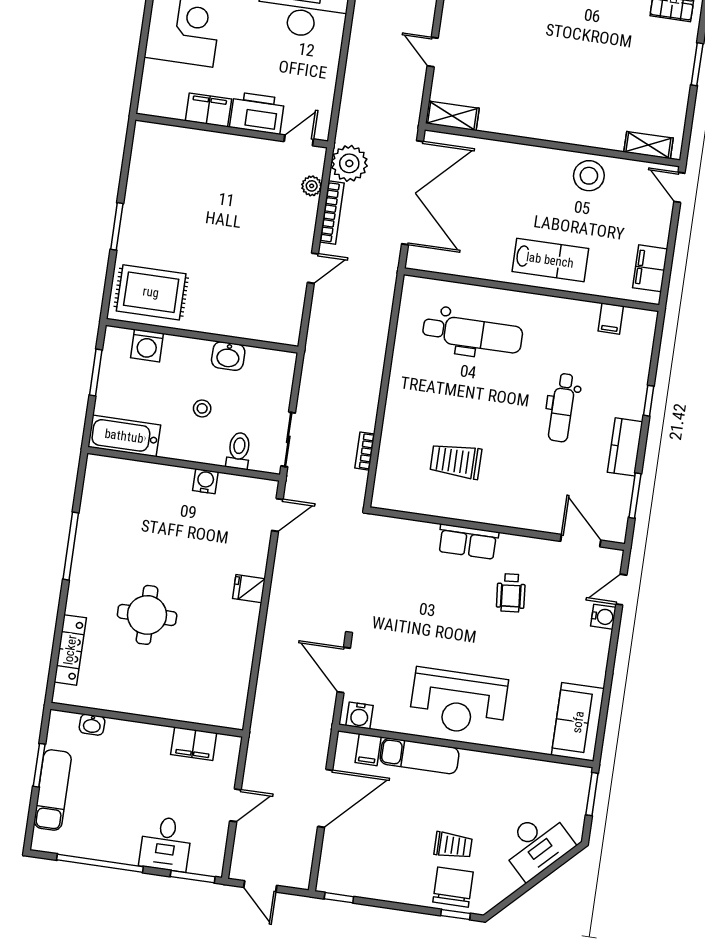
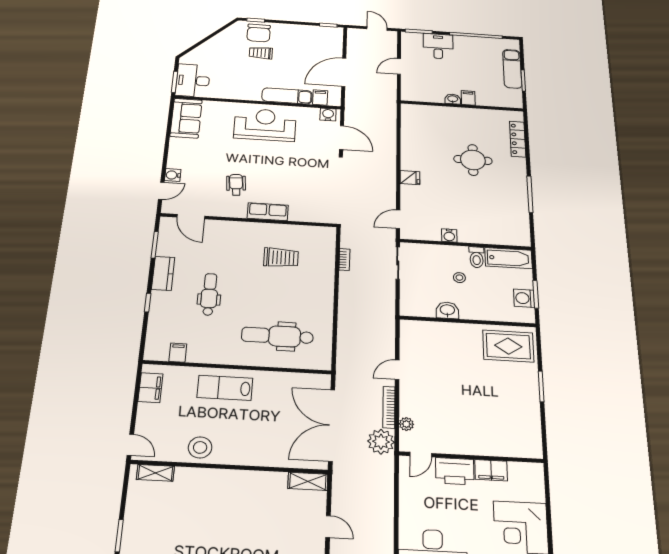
washing machine: (147, 346) -> (524, 298), moved, turned -90
toilet: (239, 451) -> (477, 257), moved
washbasin: (92, 725) -> (453, 99), moved
filing cabinet: (194, 744) -> (468, 98), moved, width x0.50
desk: (537, 845) -> (193, 80), moved, turned -45

